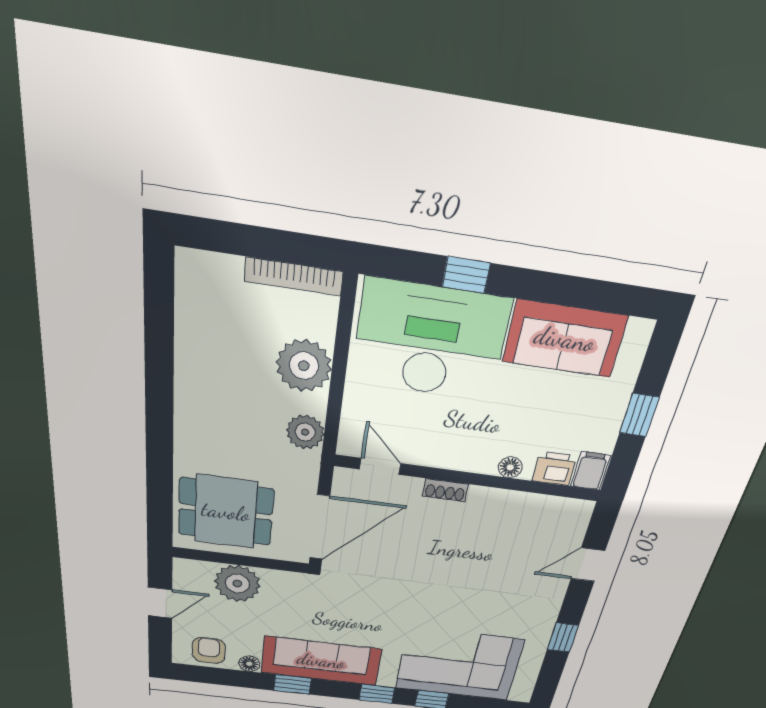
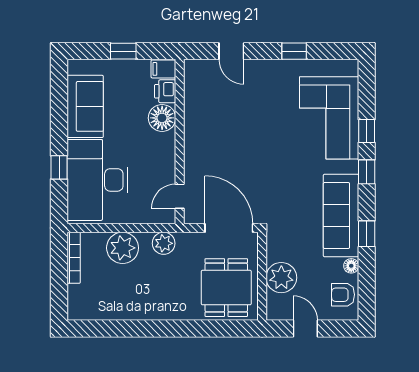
floor lamp: (510, 467) -> (162, 118), width x1.89, depth x1.89
shoe rack: (445, 490) -> (190, 154), removed

